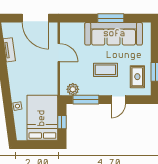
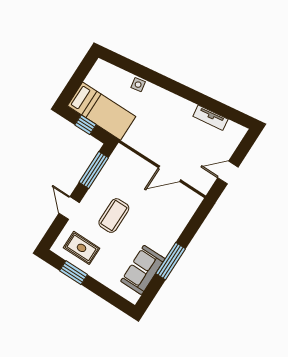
door: (35, 18) -> (228, 173), width x0.53
sofa: (114, 34) -> (143, 270), width x0.54, depth x0.79
plant: (73, 89) -> (116, 162), removed
bed: (42, 118) -> (102, 111), width x0.67

